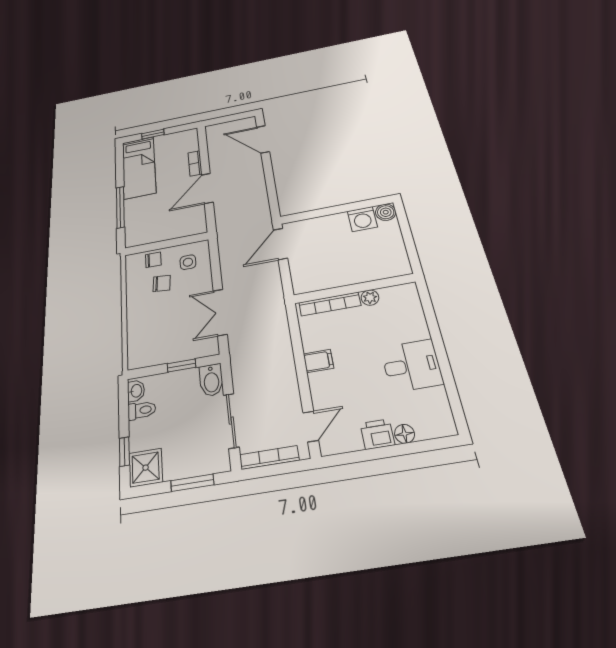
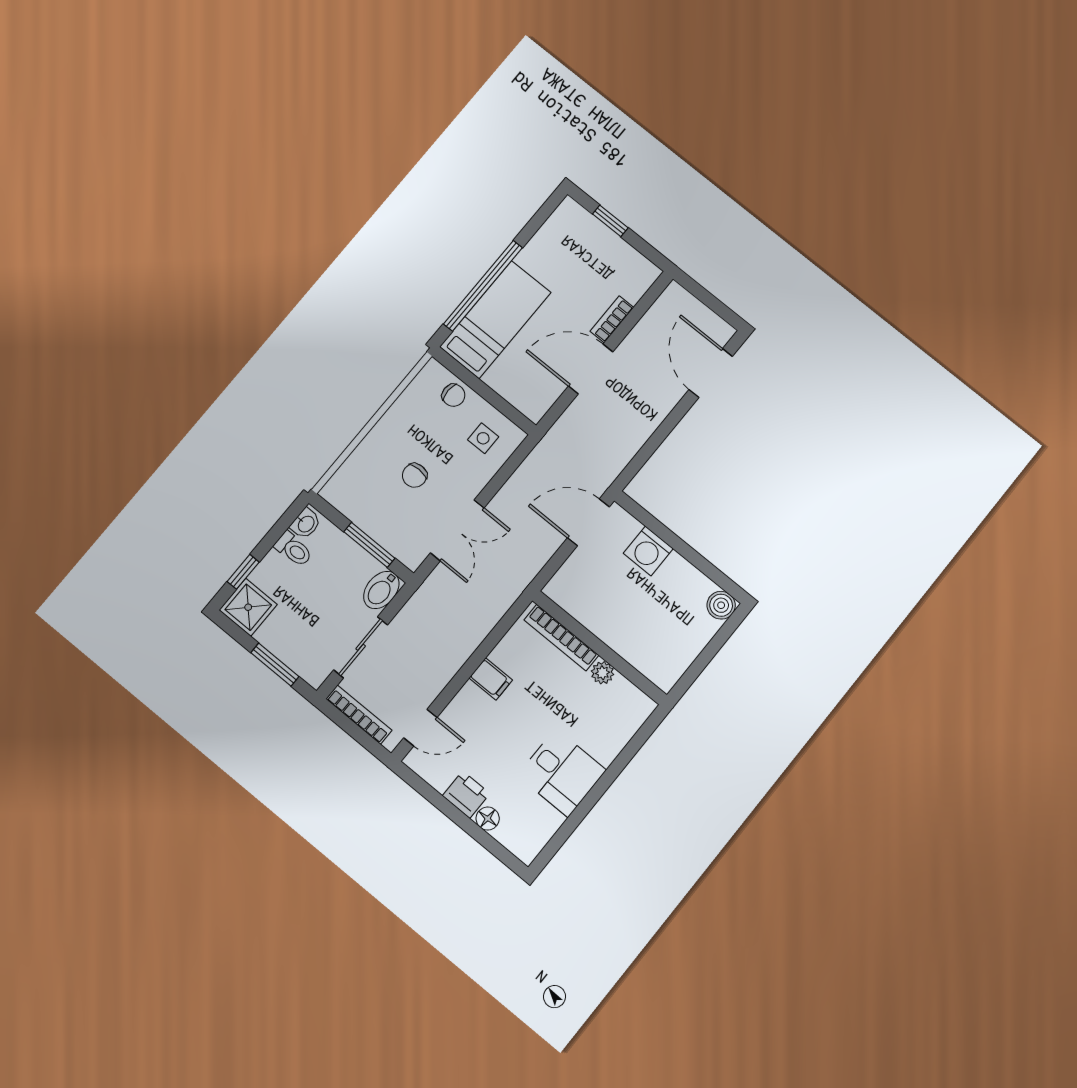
bed: (139, 167) -> (495, 320), moved, turned 180
window: (120, 207) -> (483, 286), width x1.46
washing machine: (362, 219) -> (648, 551), moved
chair: (162, 283) -> (415, 475), moved, turned 85
double door: (220, 312) -> (457, 530), swing flipped
window: (182, 365) -> (369, 545), width x1.50

